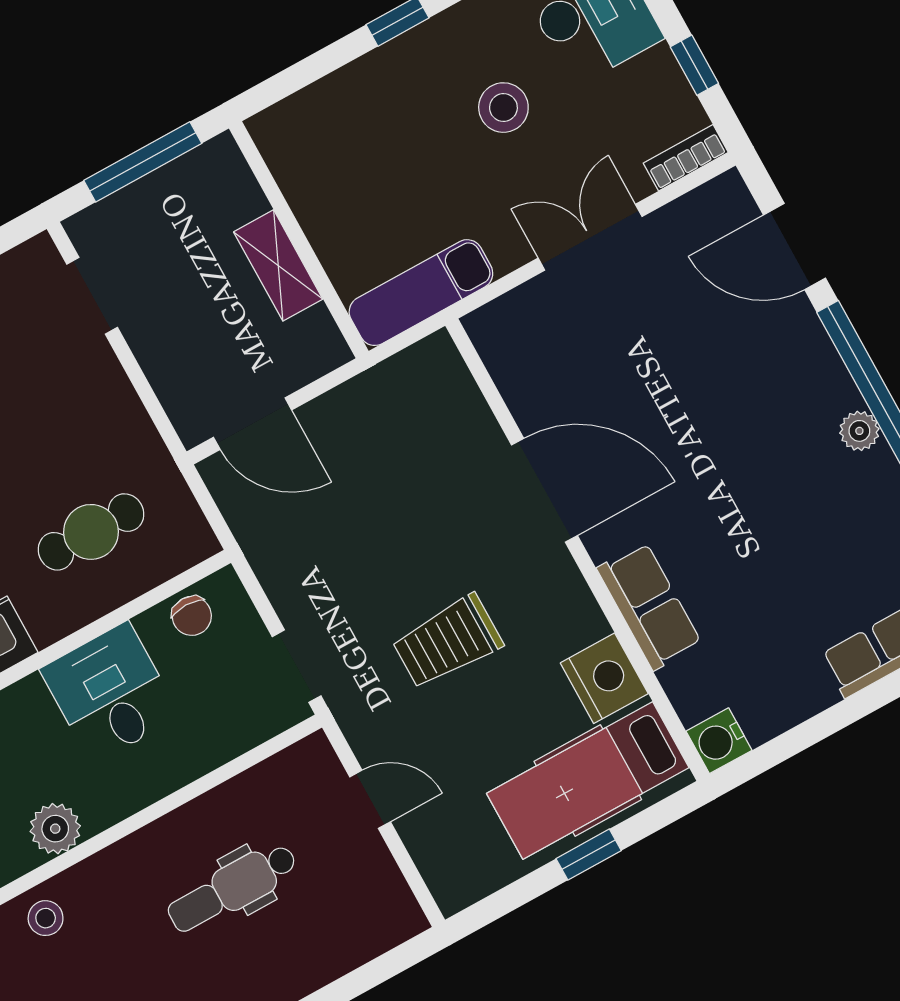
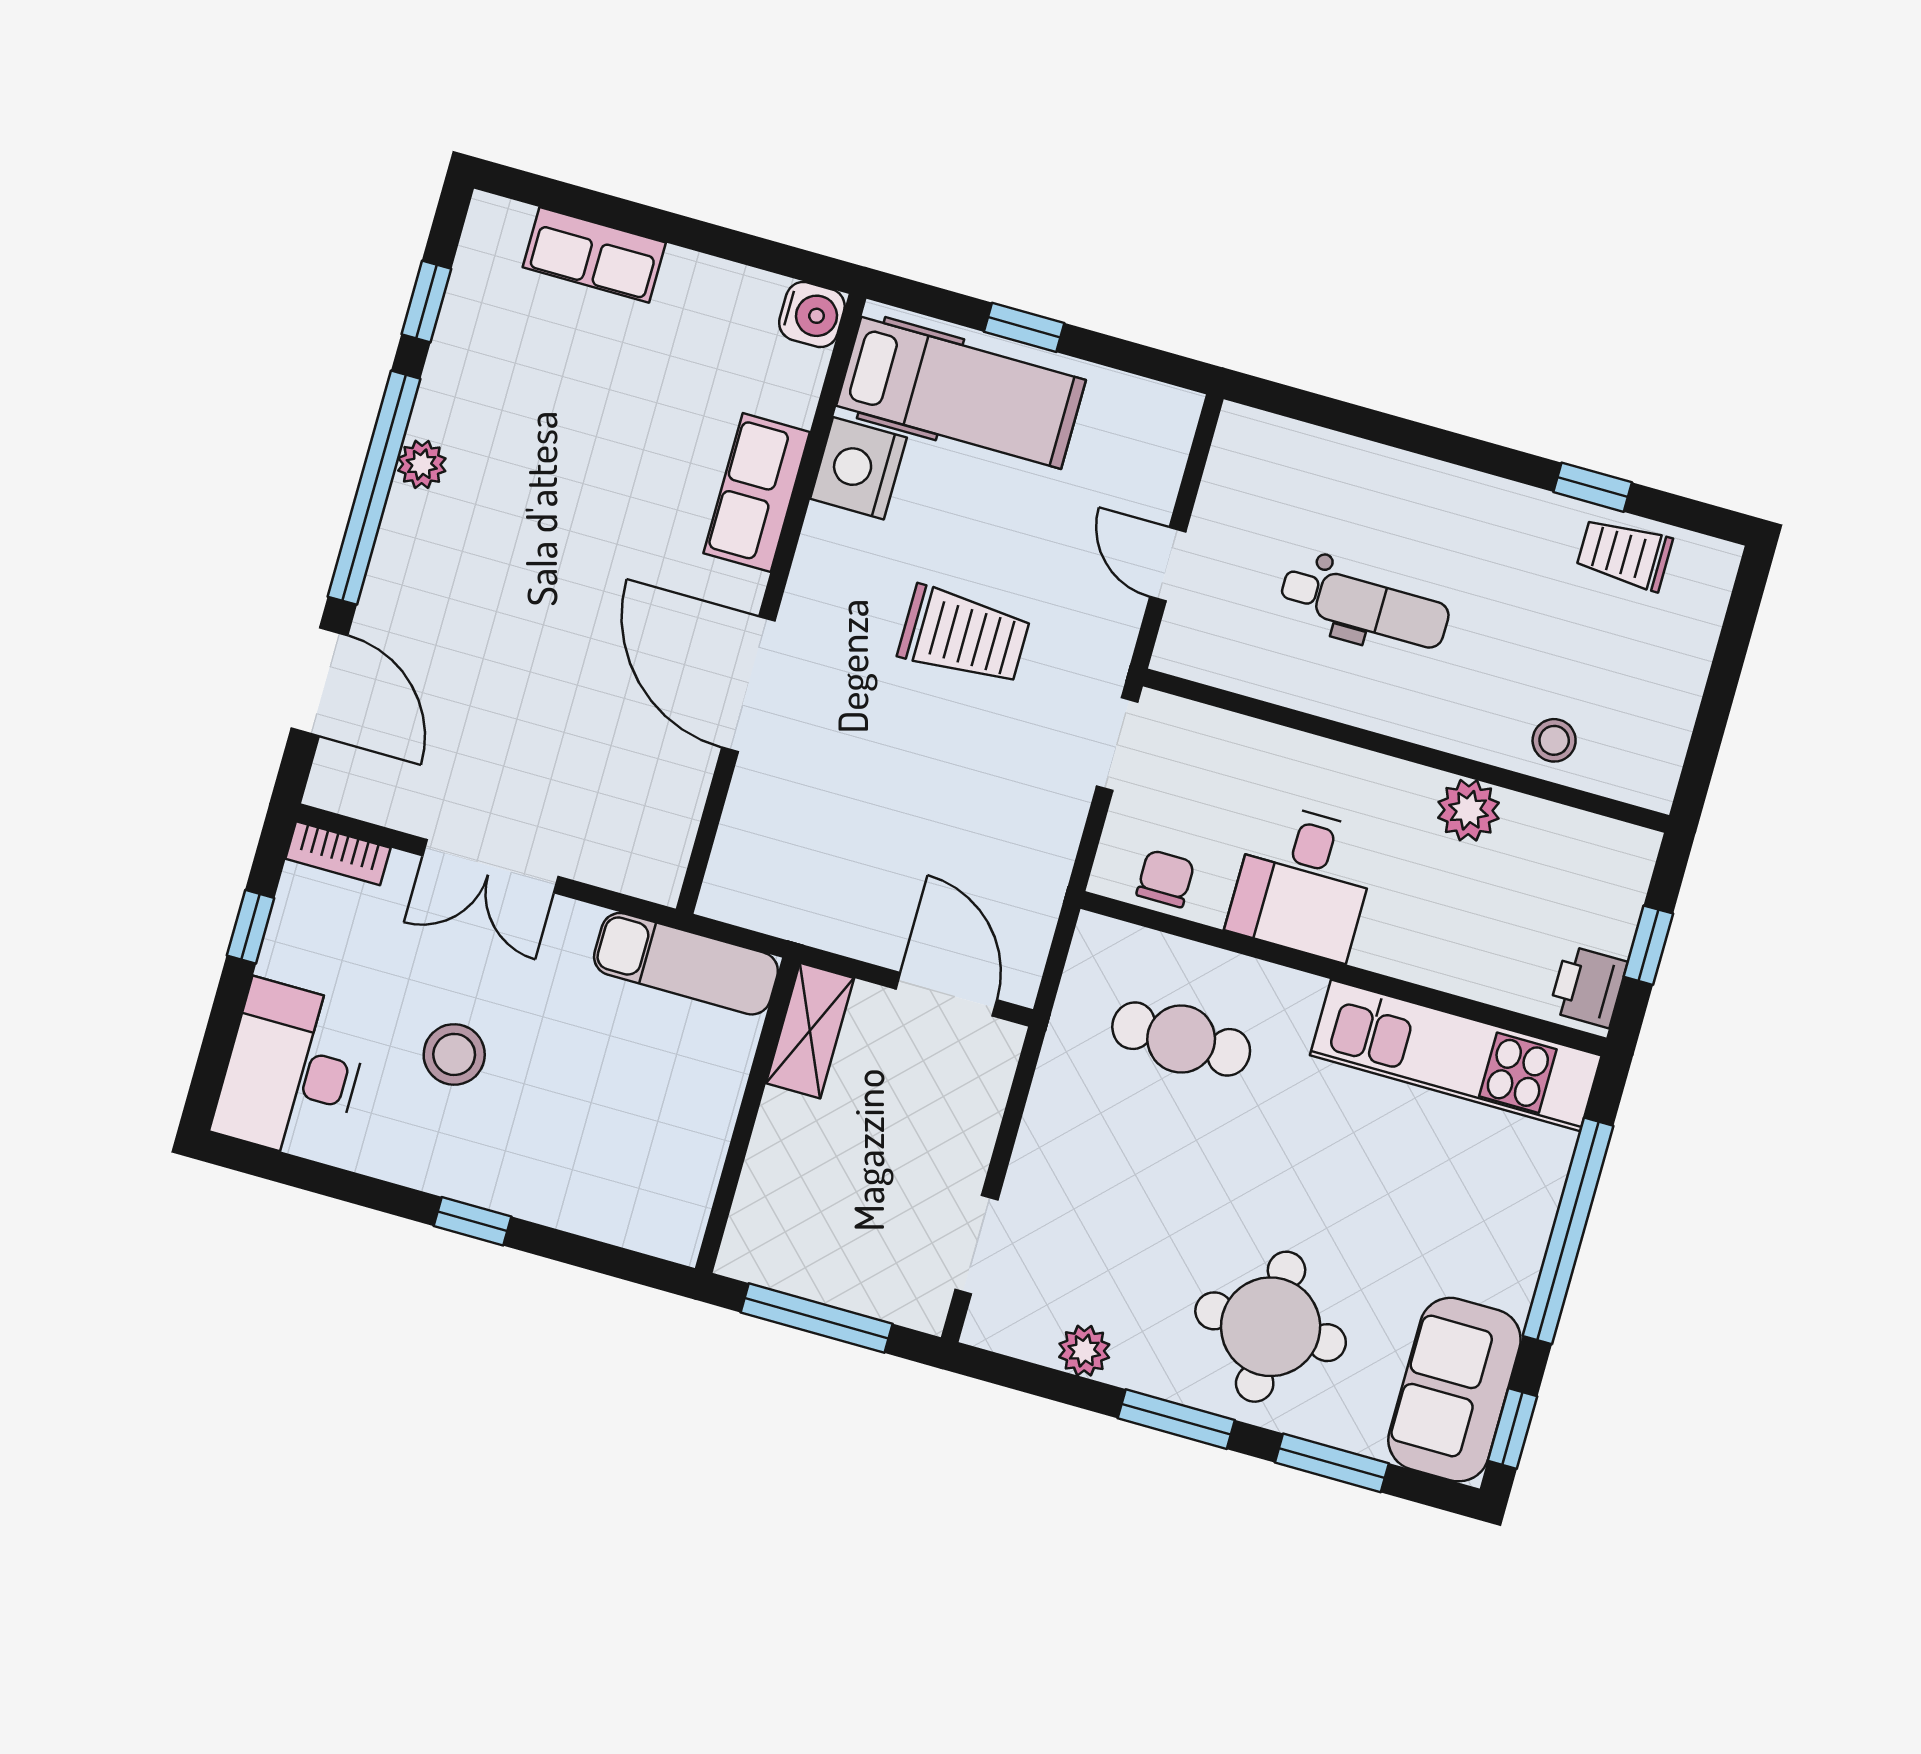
shelving: (278, 265) -> (810, 1031), moved

